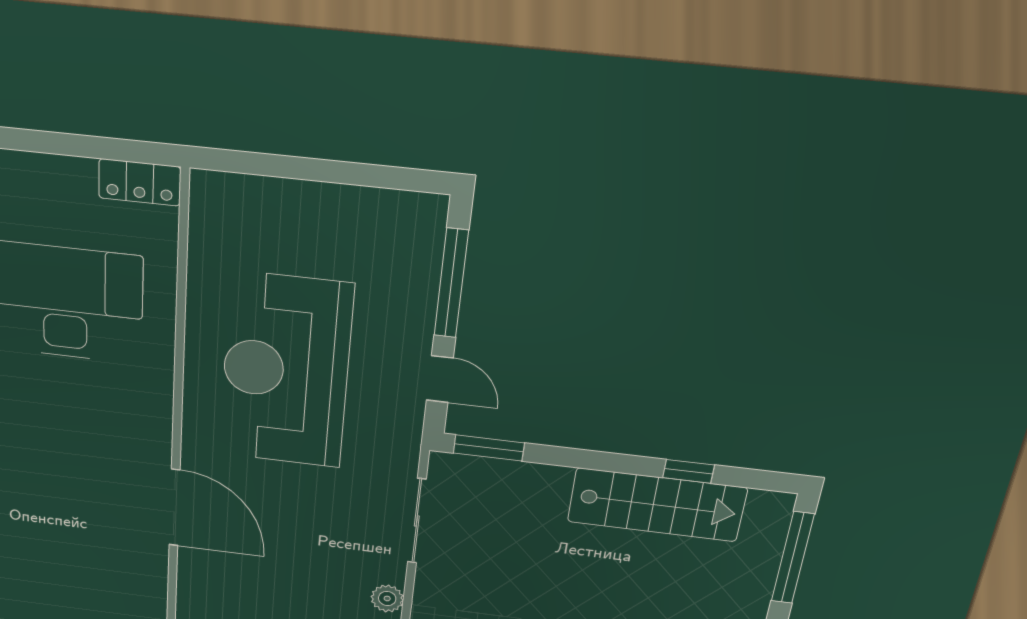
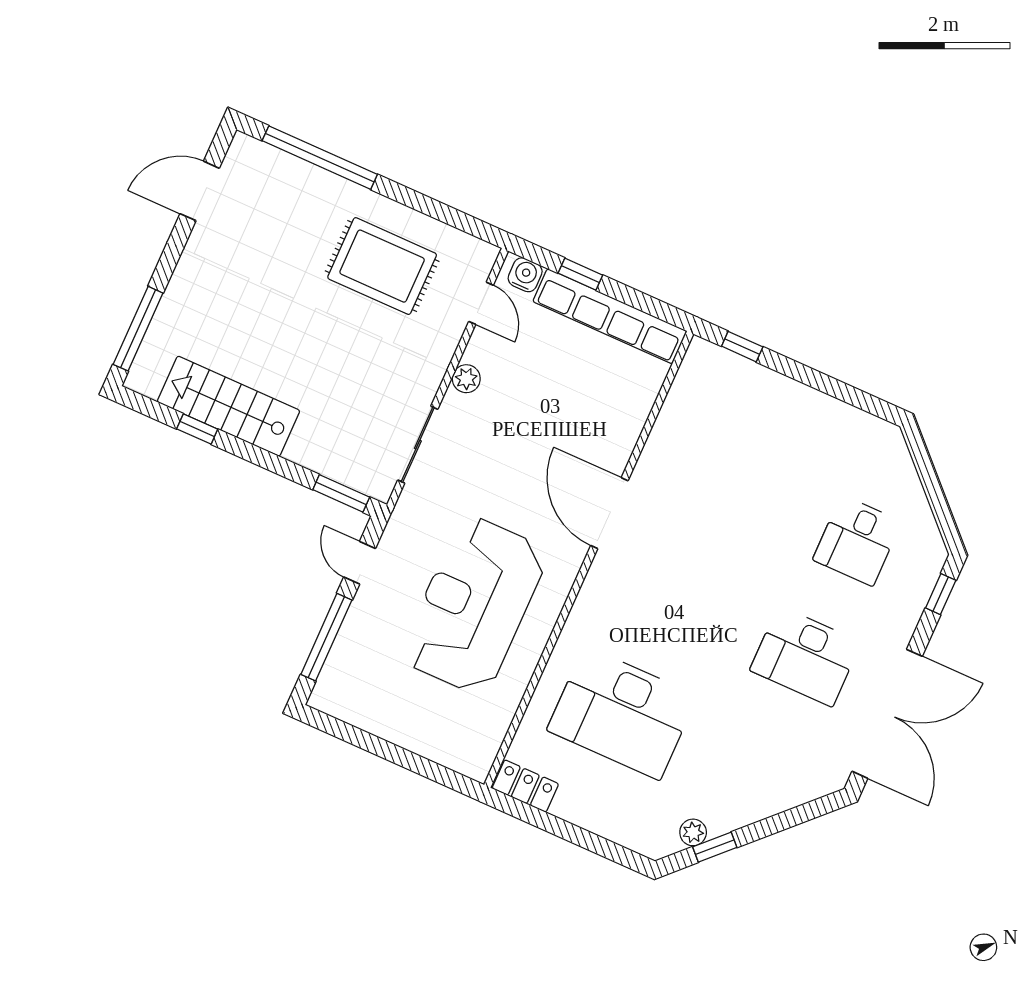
reception desk: (285, 371) -> (474, 605), turned 180

